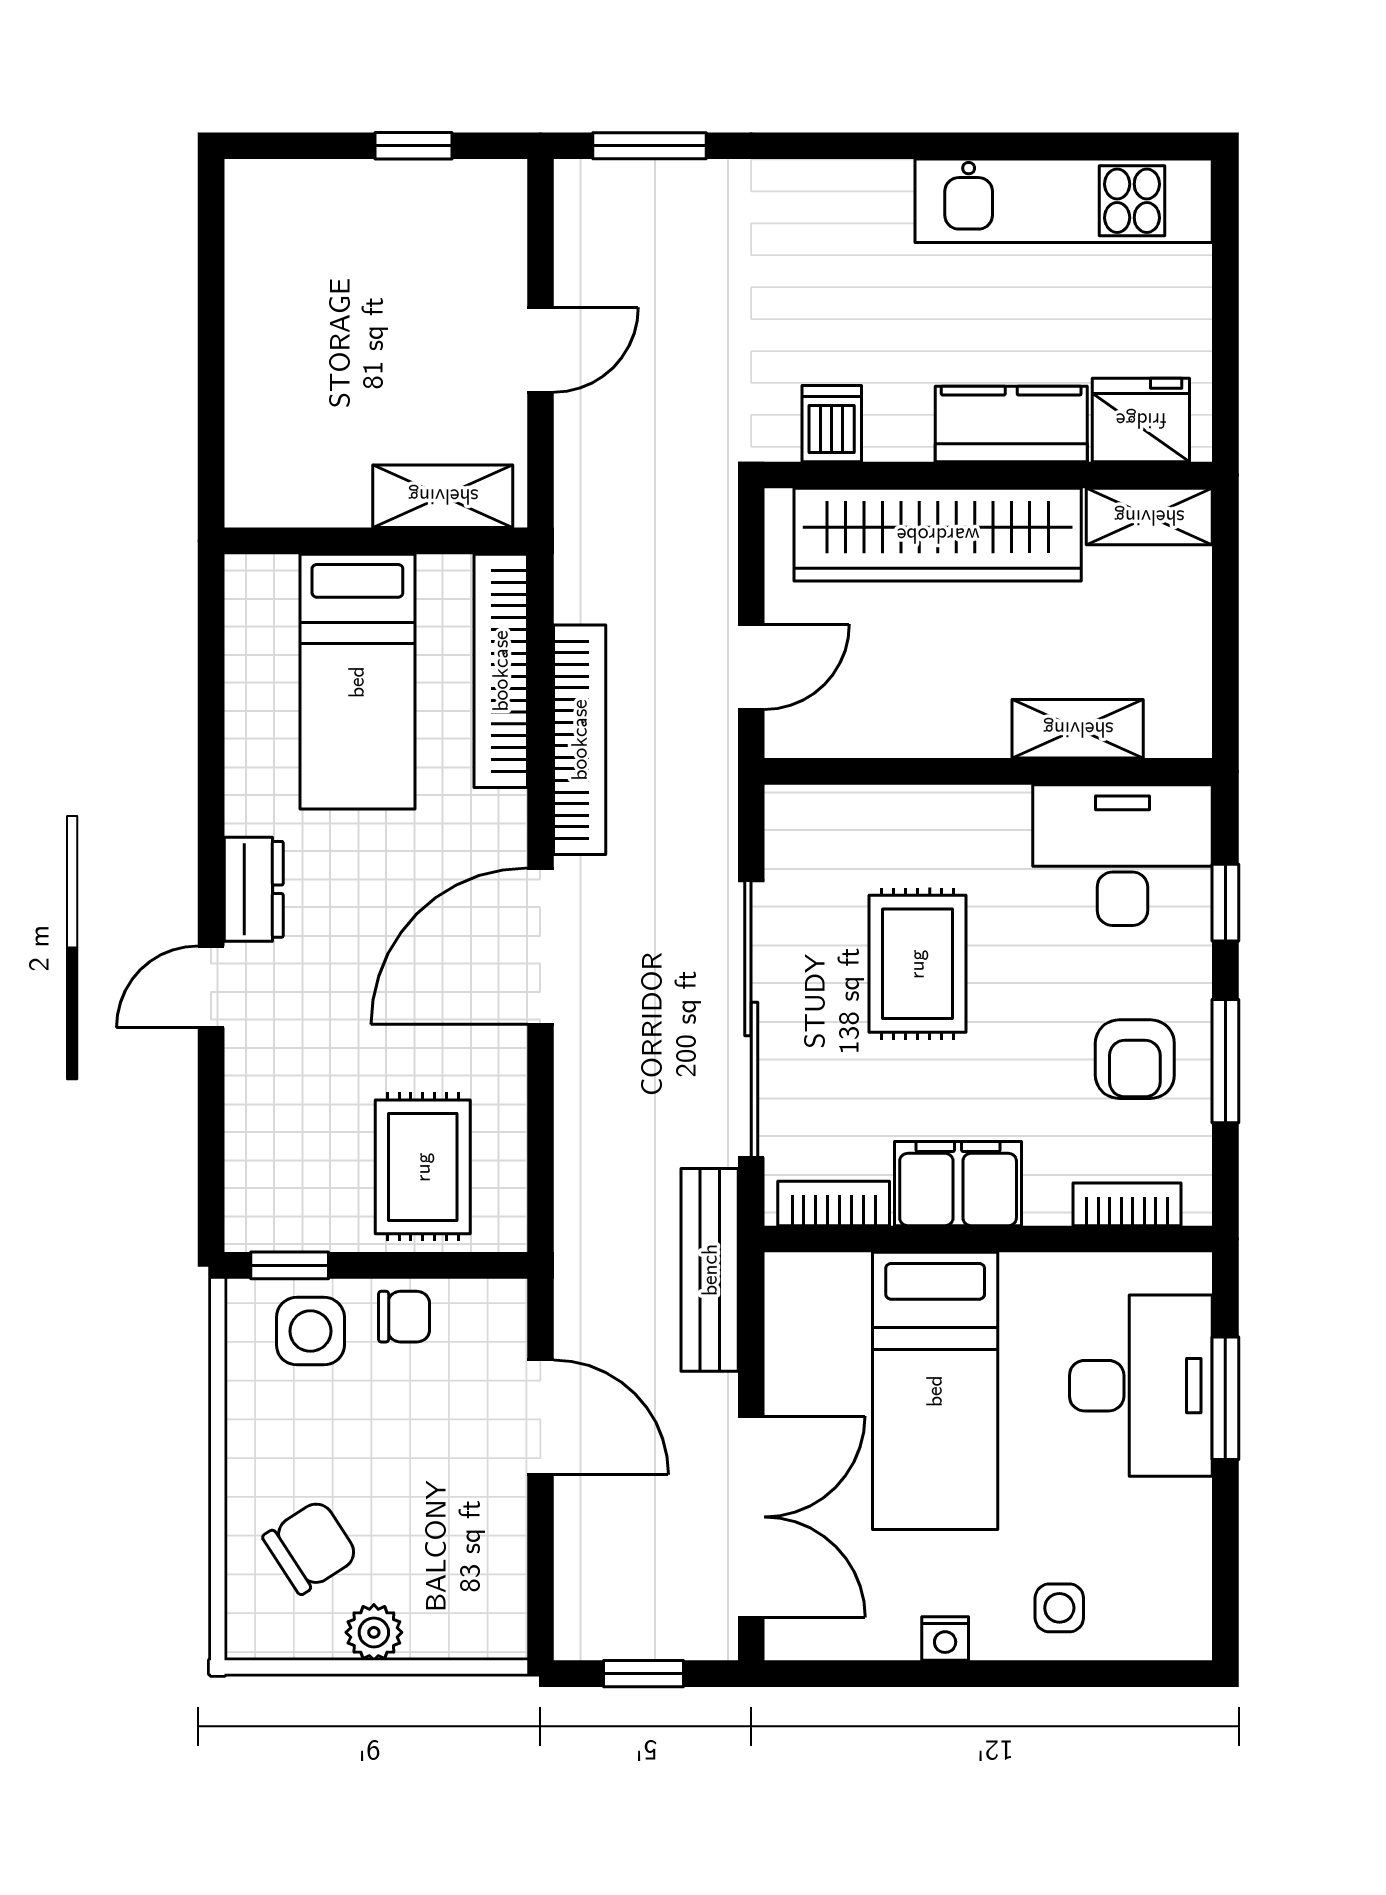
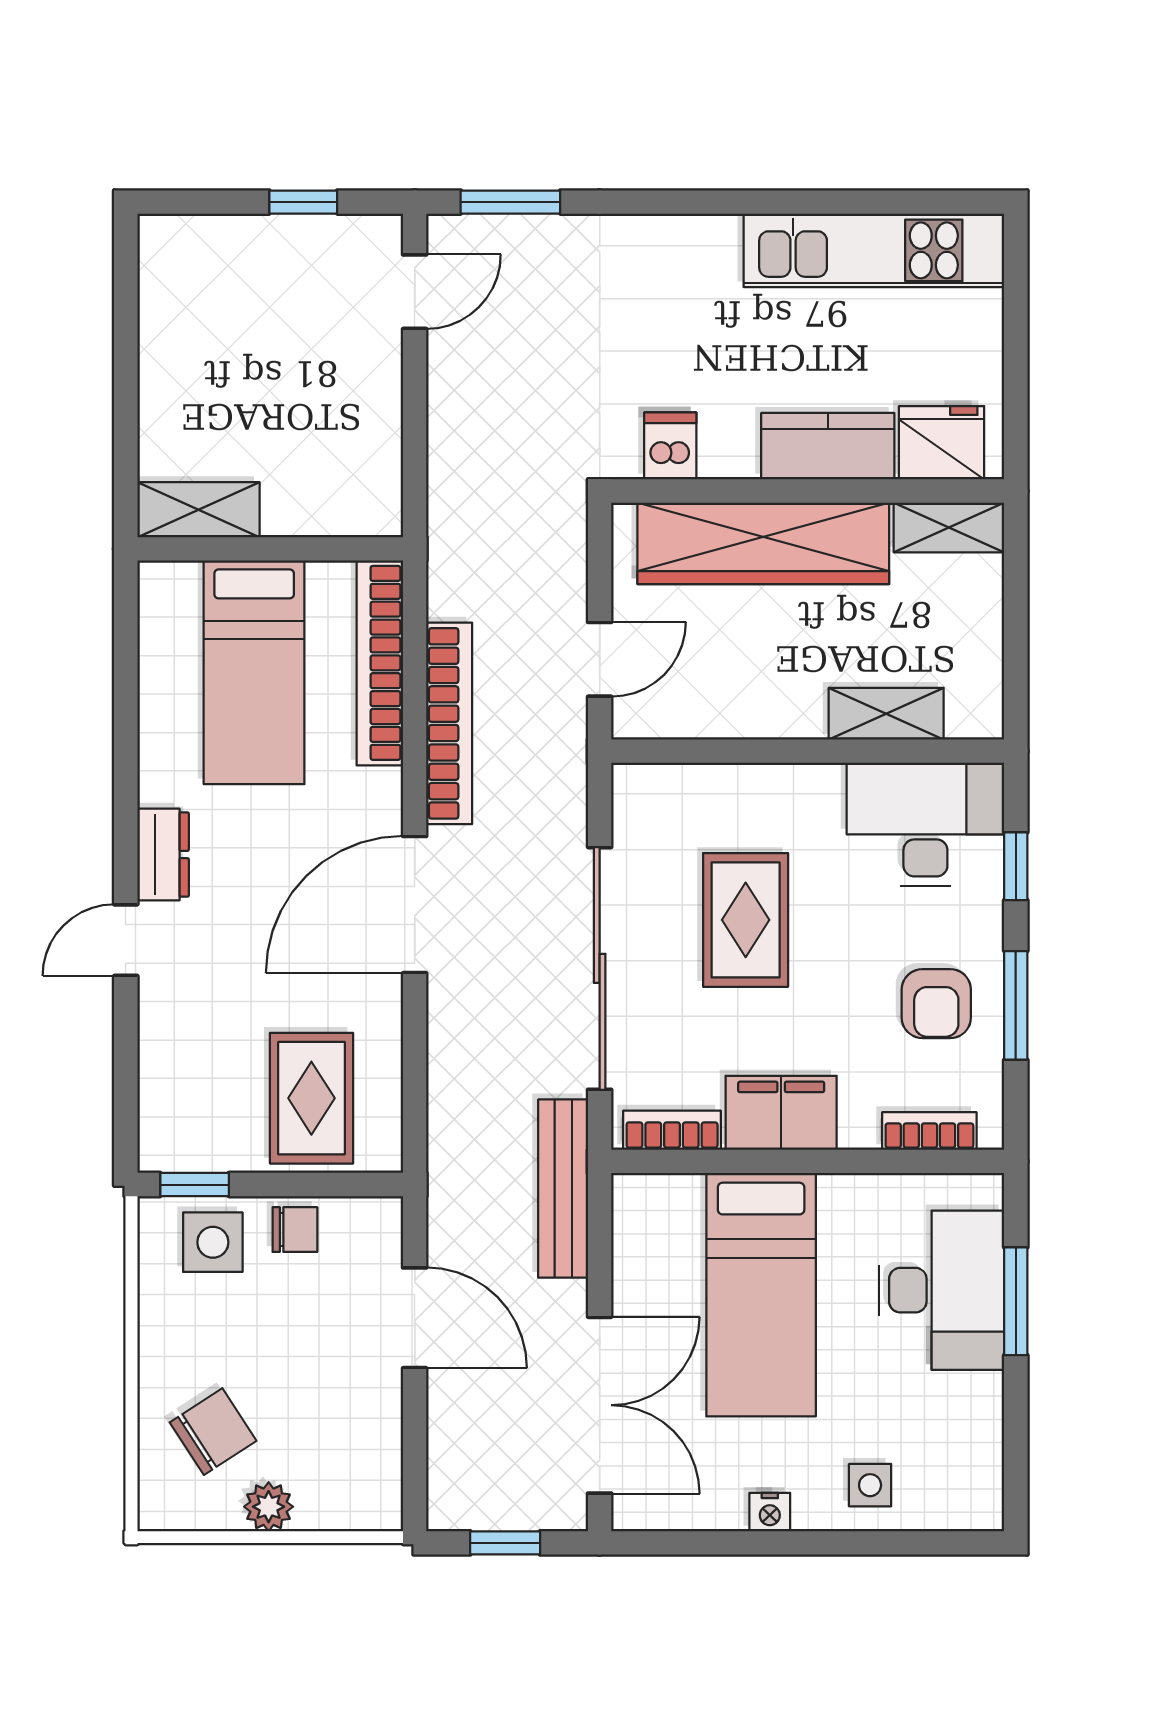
door: (540, 350) -> (415, 292), moved
shelving: (443, 496) -> (199, 510), moved

